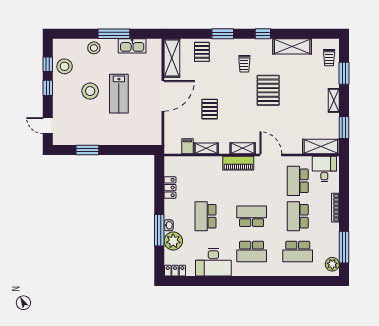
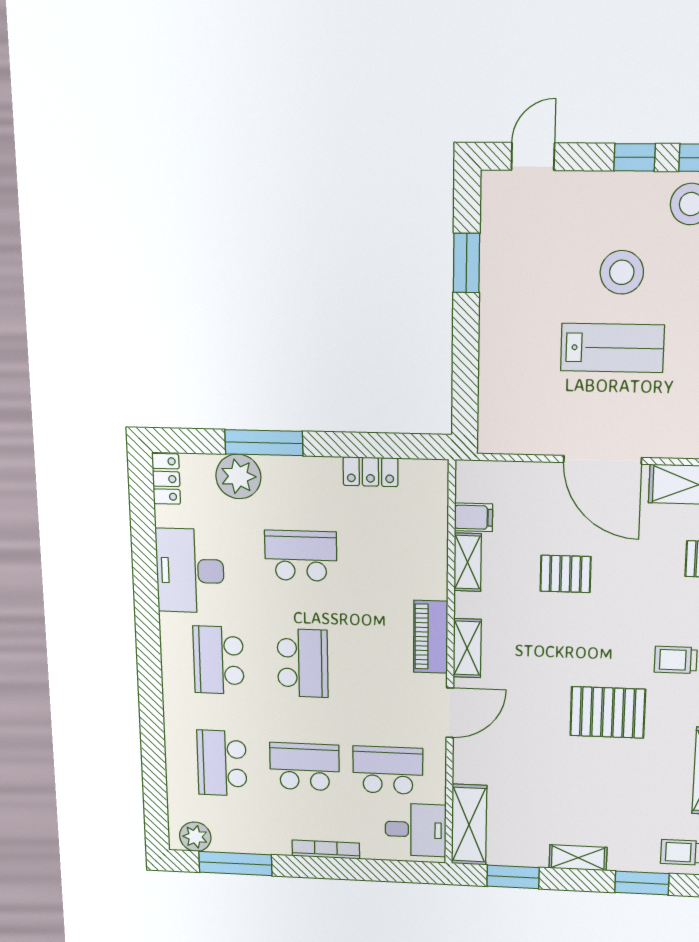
lab bench: (119, 94) -> (612, 348), turned 180
washbasin: (169, 225) -> (277, 466), removed

